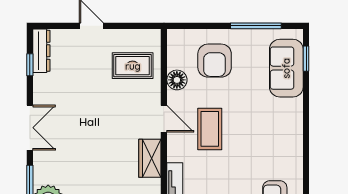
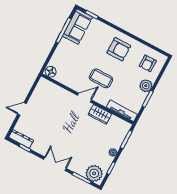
armchair: (215, 61) -> (119, 49), moved
rug: (133, 66) -> (51, 99), removed
sofa: (286, 68) -> (78, 27), moved, turned -90
floor lamp: (177, 80) -> (51, 72), moved

